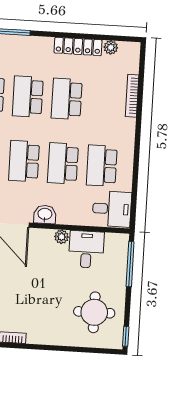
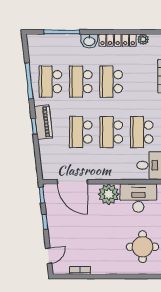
washbasin: (45, 214) -> (89, 41), moved, turned 180
plant: (62, 237) -> (109, 194), width x1.87, depth x1.87
desk: (86, 249) -> (138, 198), width x1.37

